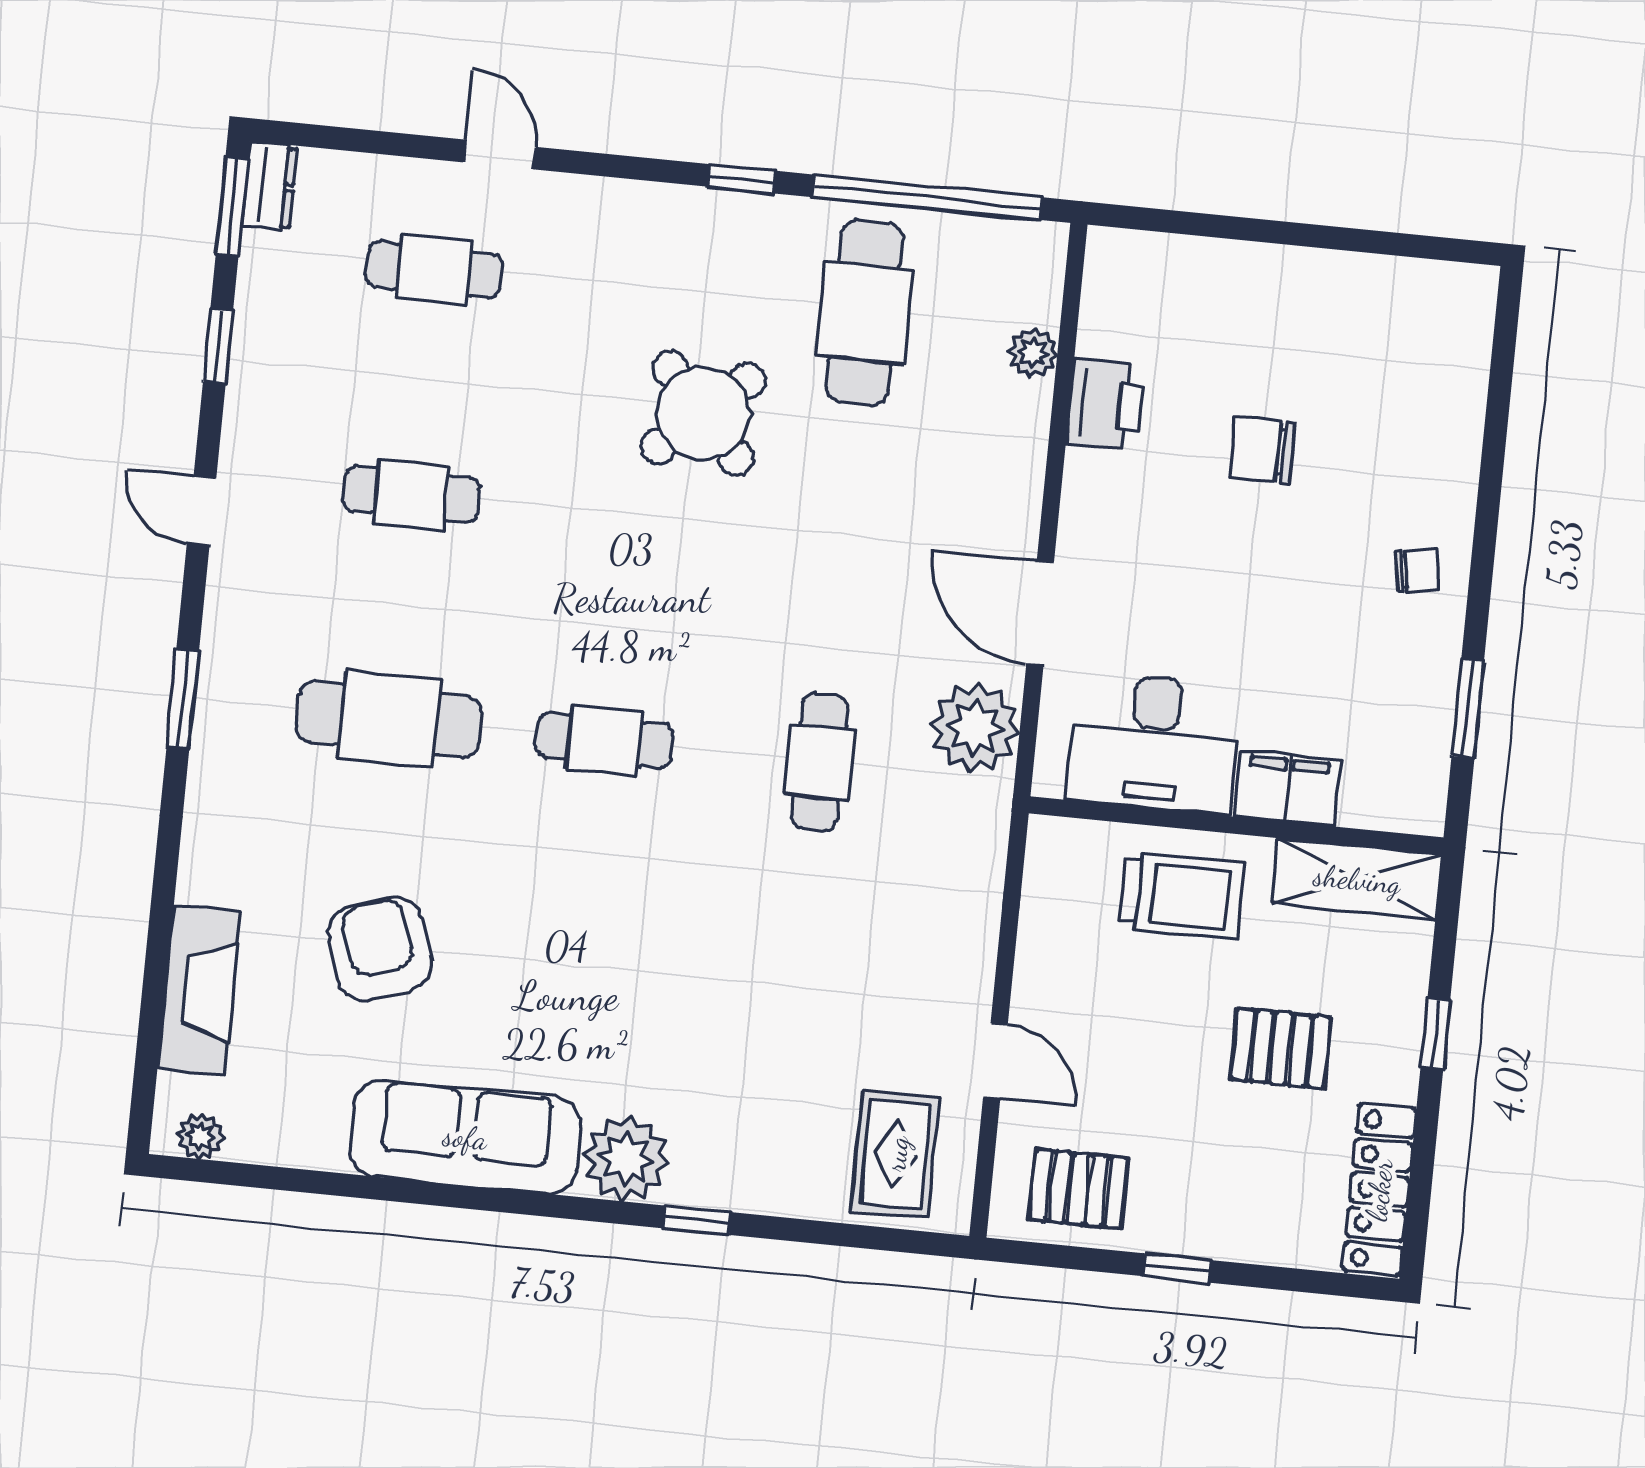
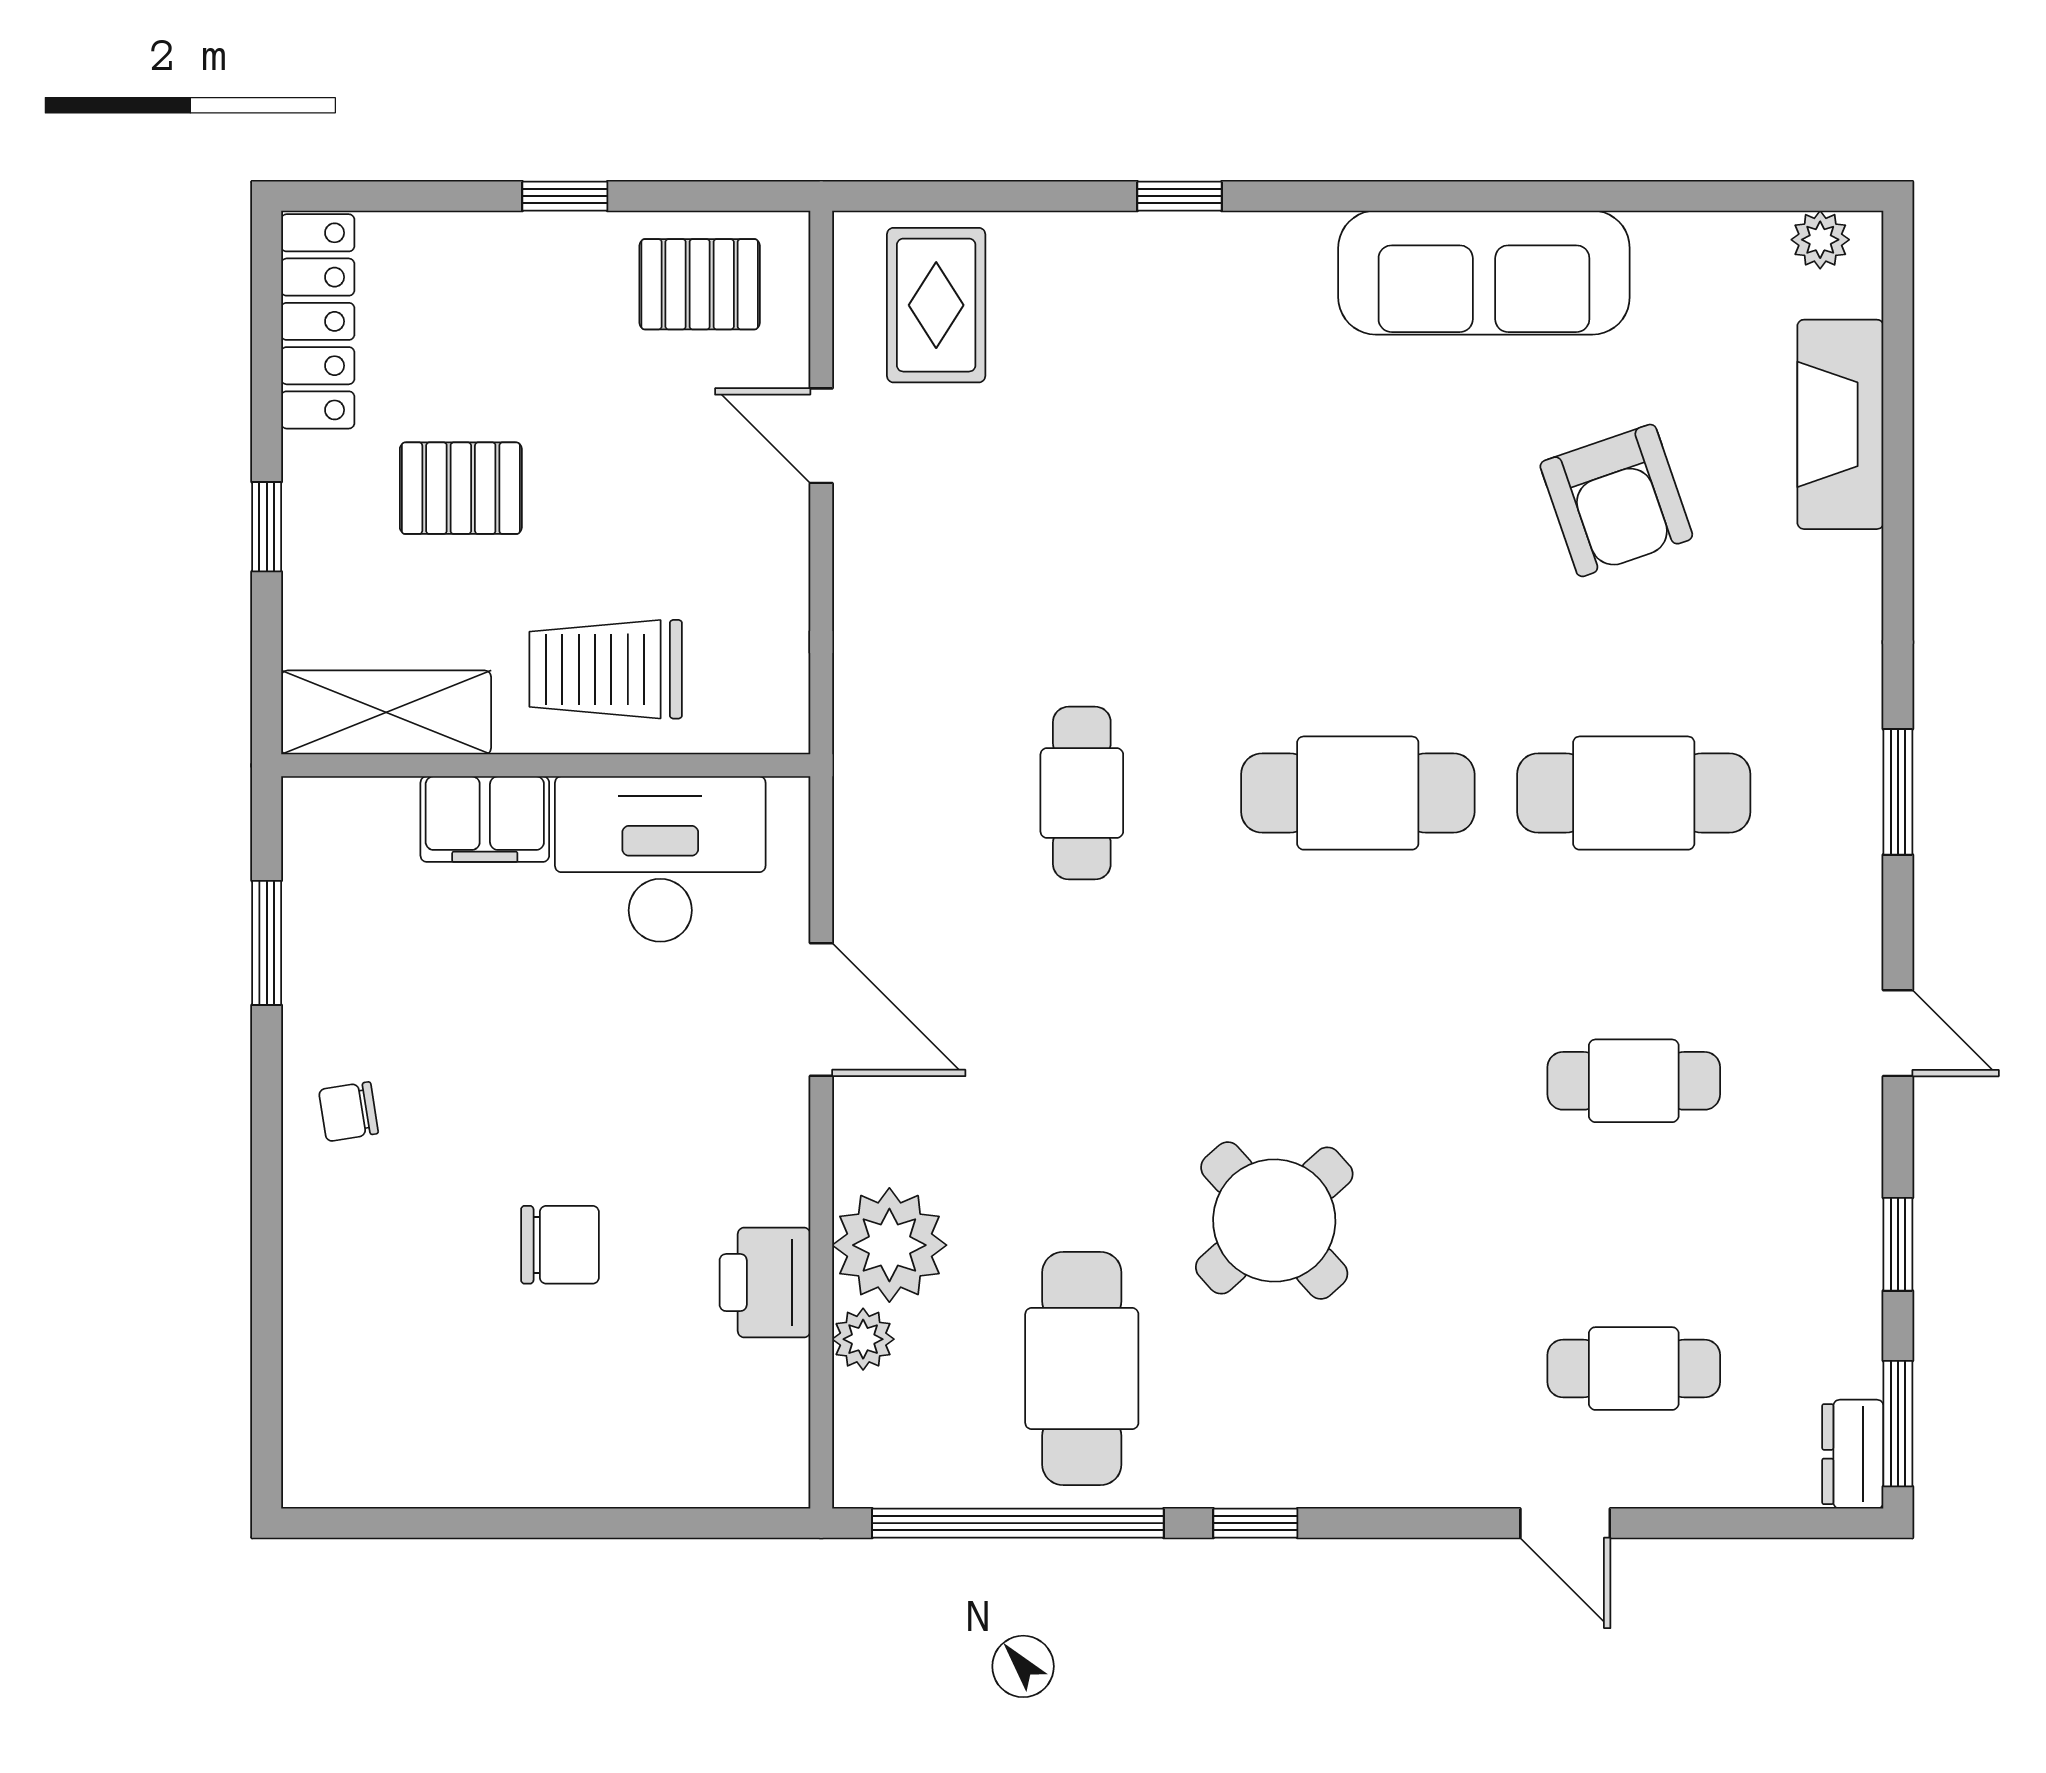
plant: (975, 728) -> (889, 1245), moved
cafe table: (604, 740) -> (1358, 793), width x1.37, depth x1.35
plant: (626, 1159) -> (1278, 265), removed

